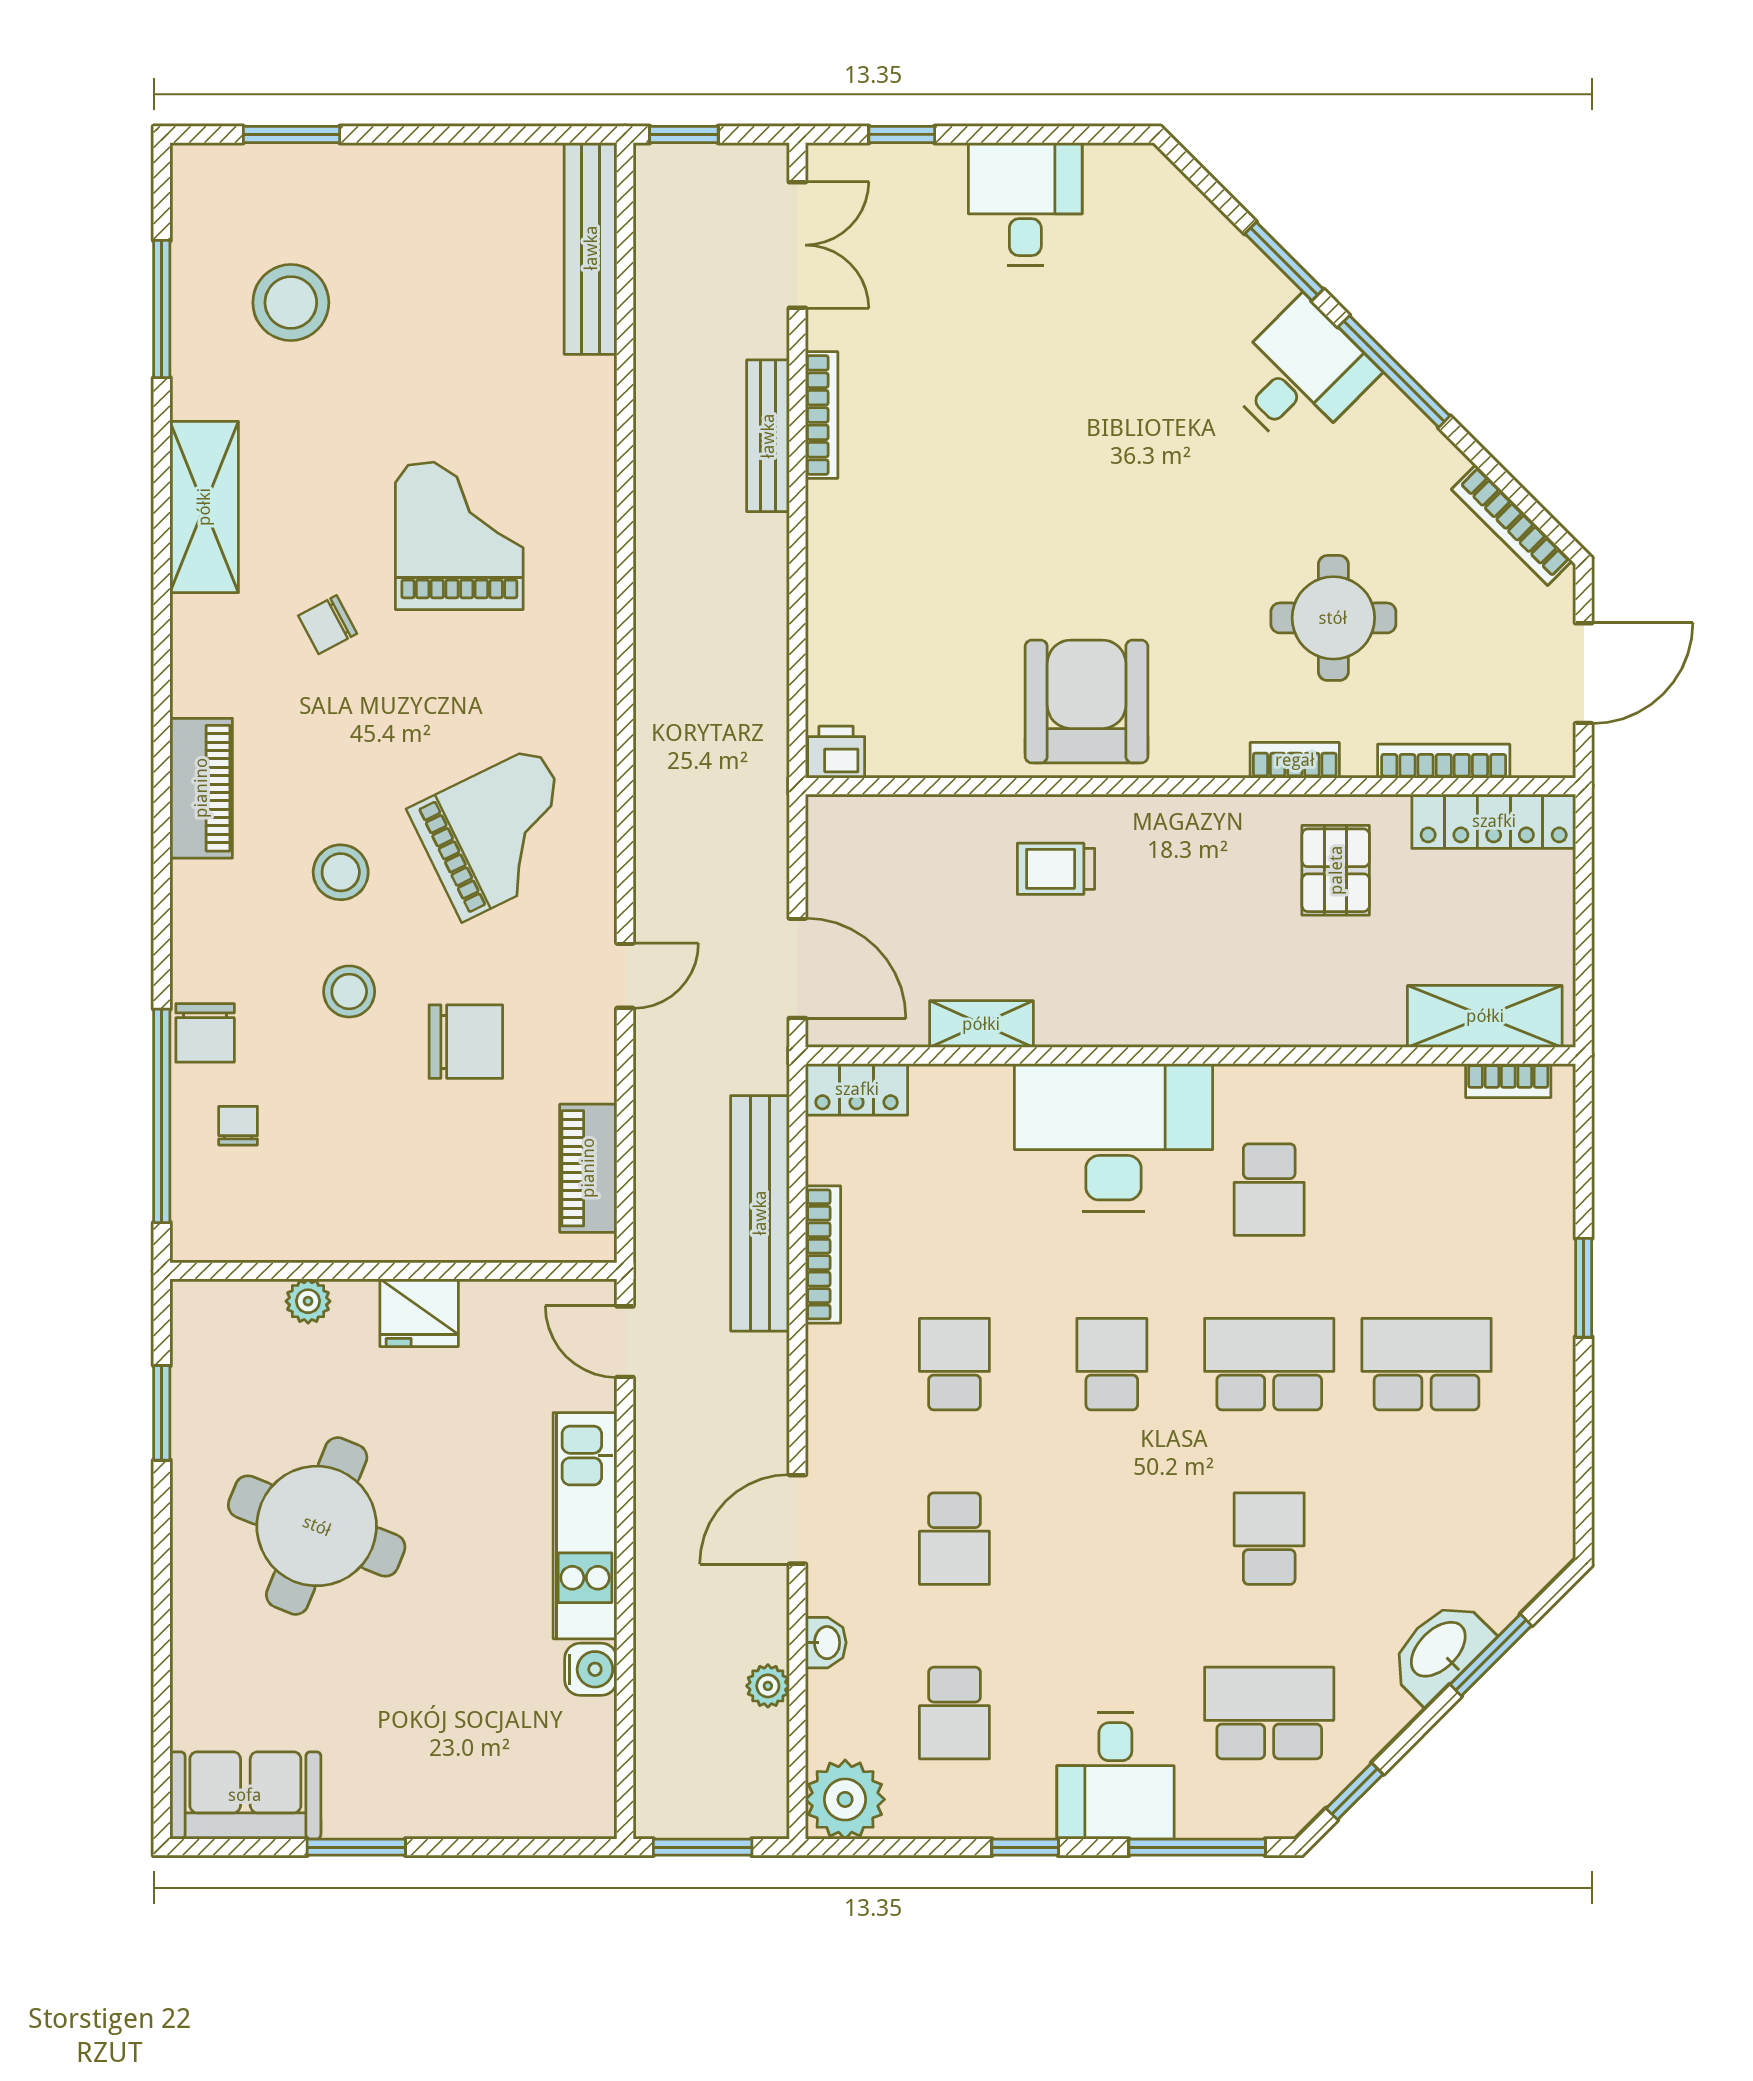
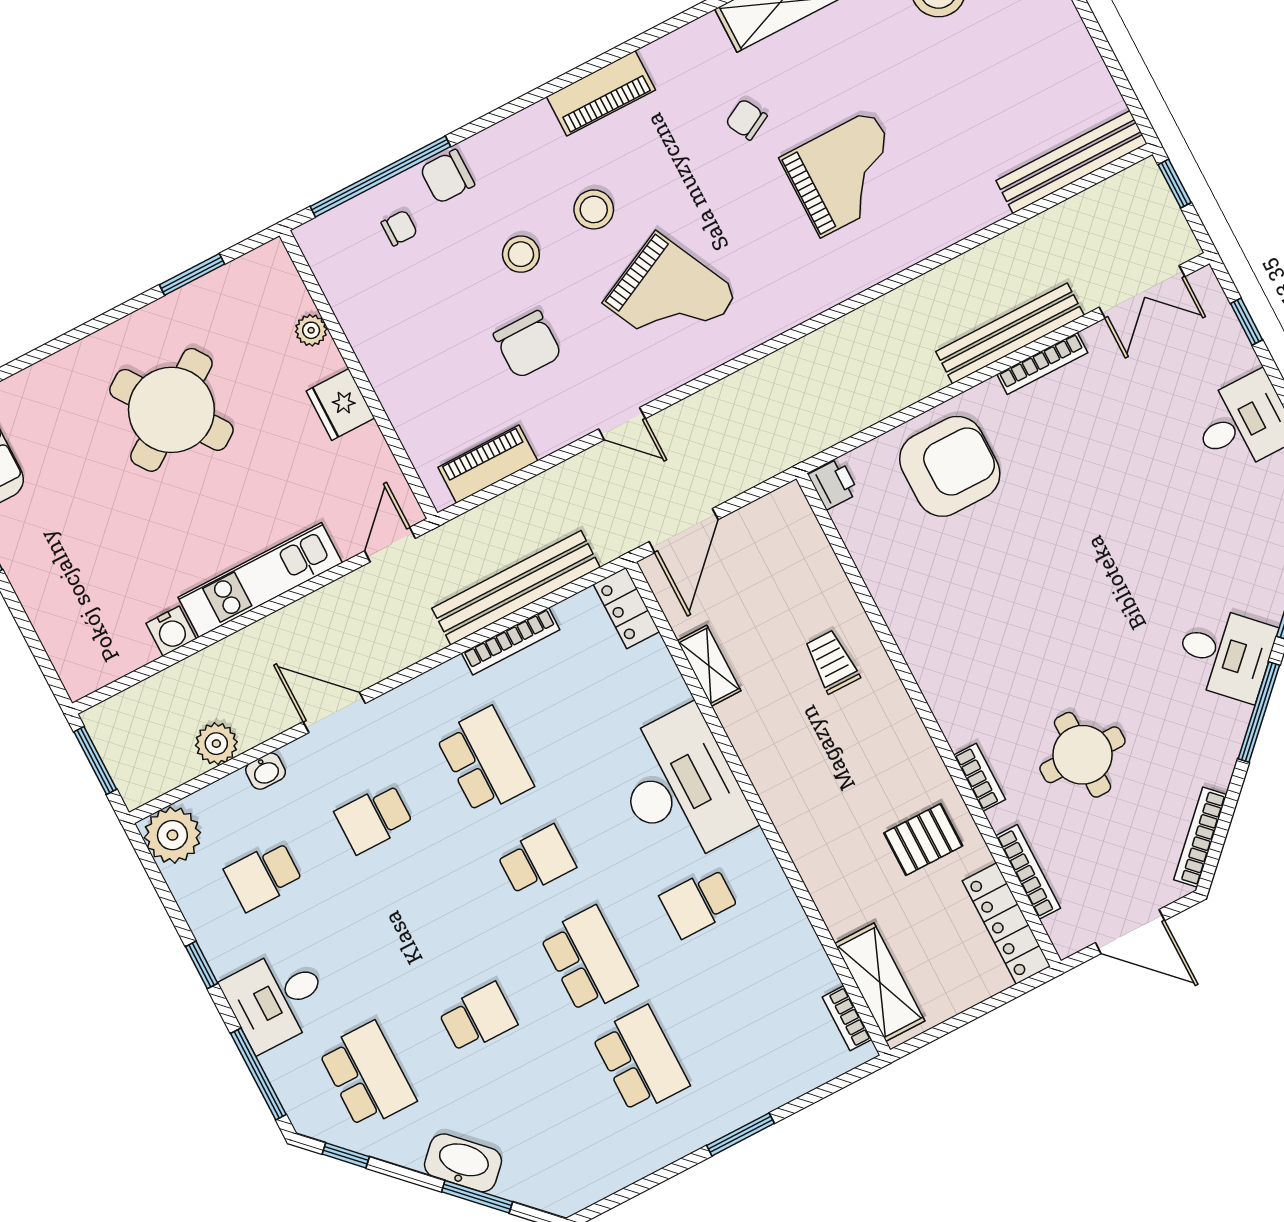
bench: (768, 436) -> (1010, 333), width x1.37, depth x1.21
armchair: (1087, 701) -> (950, 466), moved
school desk: (954, 1364) -> (485, 761), width x1.85
round table: (317, 1526) -> (171, 410), turned 33
plant: (768, 1686) -> (216, 744), width x1.38, depth x1.38

